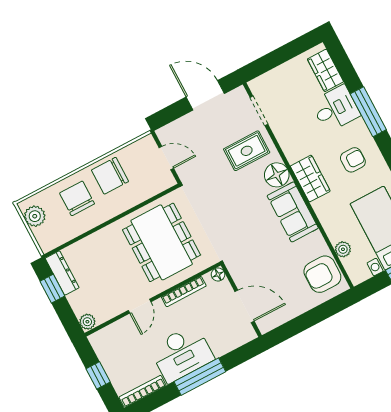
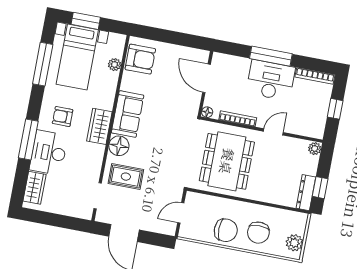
desk: (336, 109) -> (49, 153), width x1.37
door: (166, 158) -> (181, 213), hinge flipped

